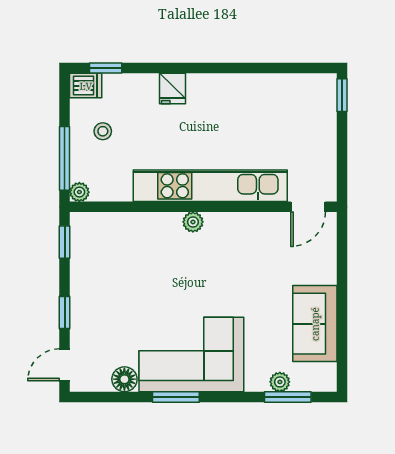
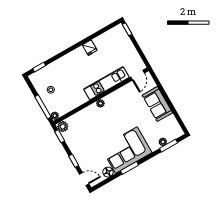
dishwasher: (86, 86) -> (36, 77), removed
fridge: (173, 89) -> (90, 48), moved
kitchen unit: (210, 186) -> (106, 83), width x0.73
plant: (83, 225) -> (63, 127), added
sofa: (315, 324) -> (157, 104), moved
door: (65, 365) -> (84, 179), swing flipped

